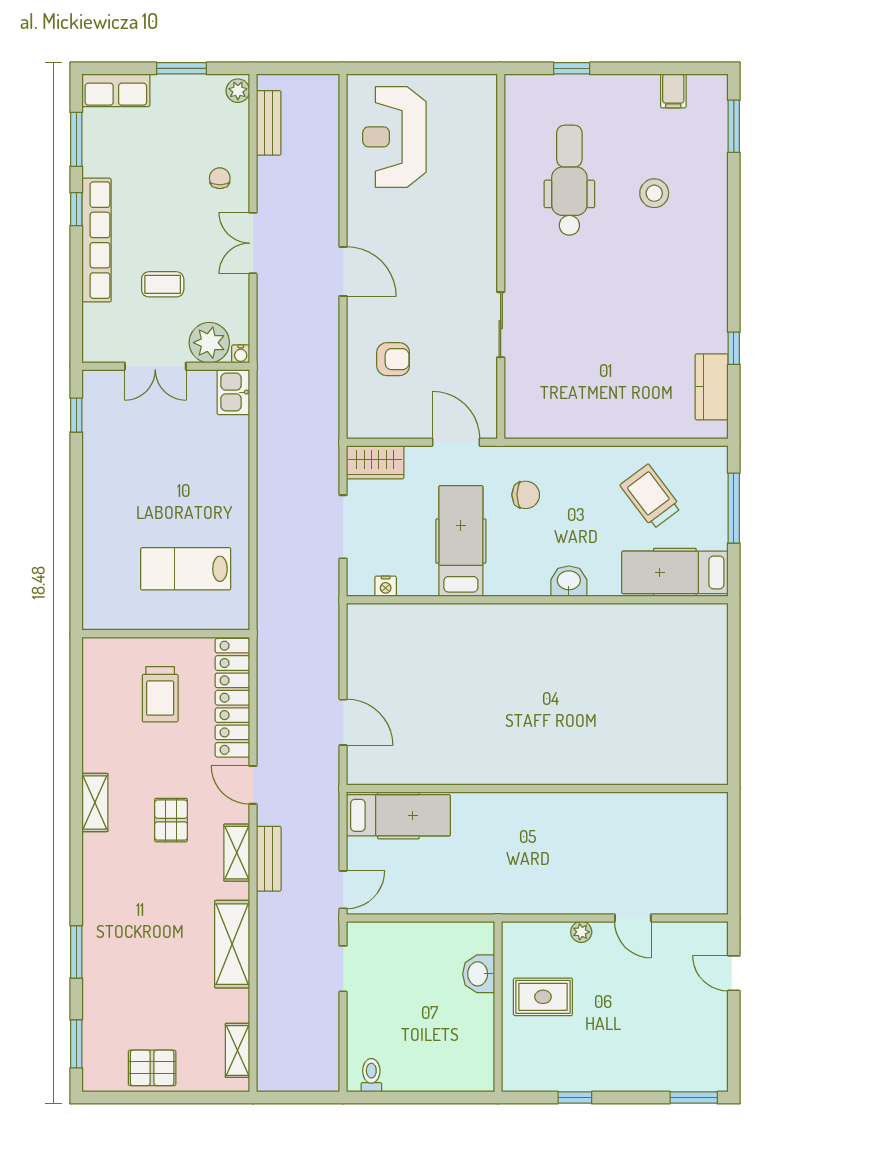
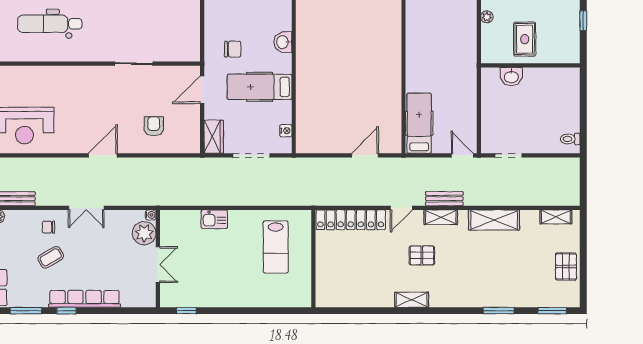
coffee table: (163, 284) -> (51, 257), moved, turned 60
kitchen sink: (233, 392) -> (214, 219), moved
chair: (526, 495) -> (233, 49), turned 90
washbasin: (569, 581) -> (283, 42), moved
trolley: (160, 694) -> (349, 262), removed

